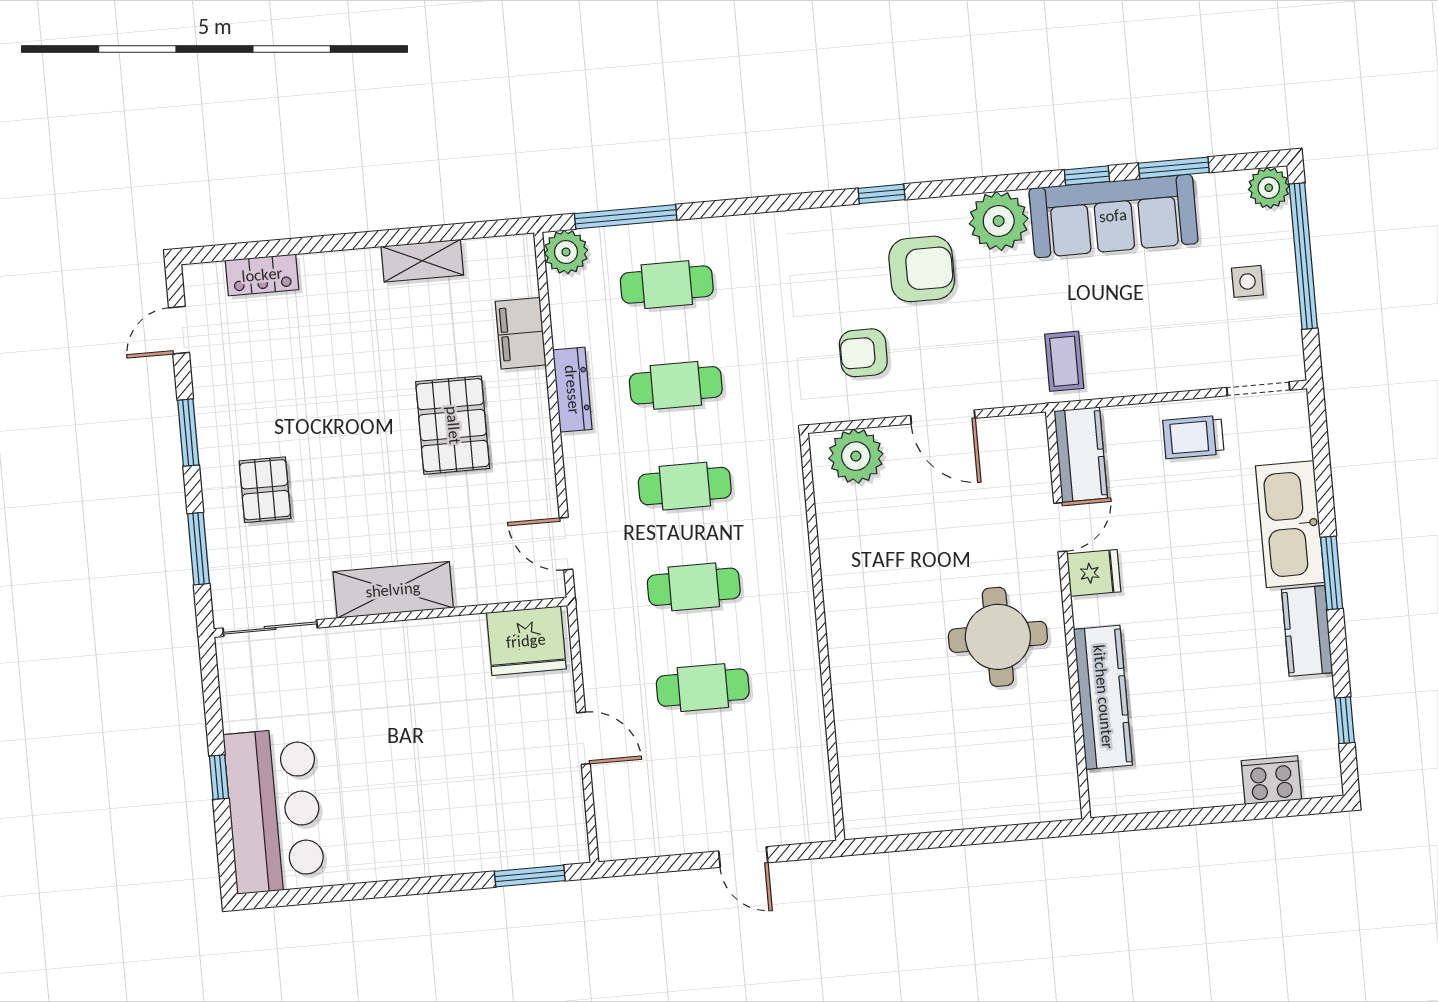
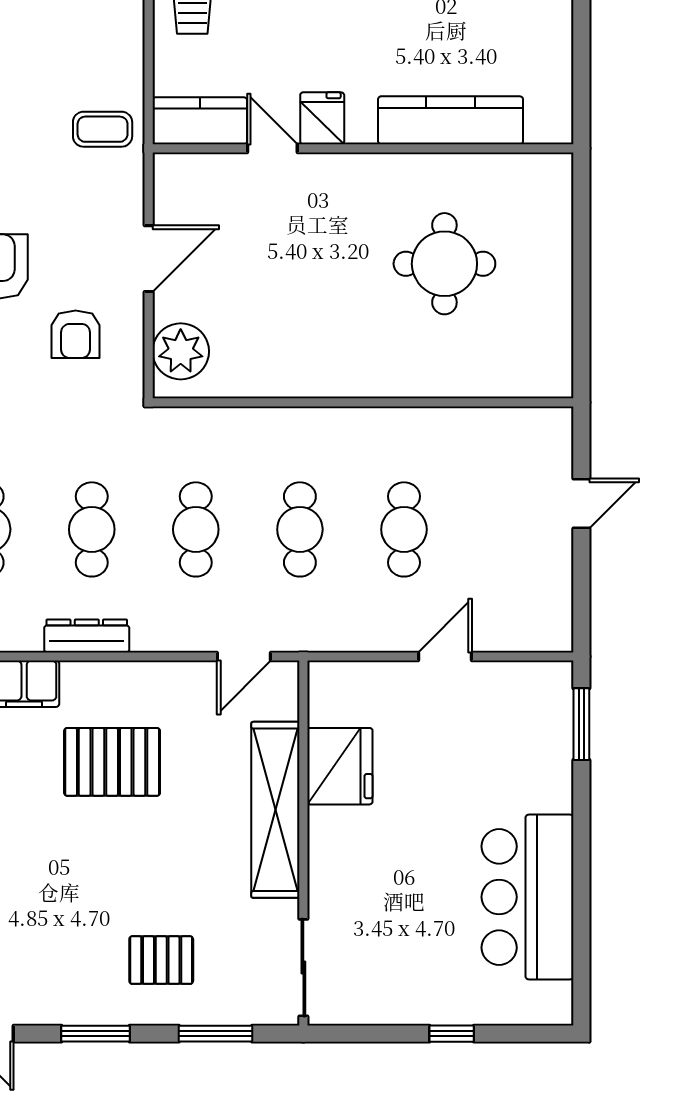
shelving: (393, 590) -> (275, 810), width x1.47
round table: (998, 637) -> (444, 264), moved
fridge: (526, 641) -> (340, 766), moved
bar counter: (274, 811) -> (528, 897), moved, turned -90

